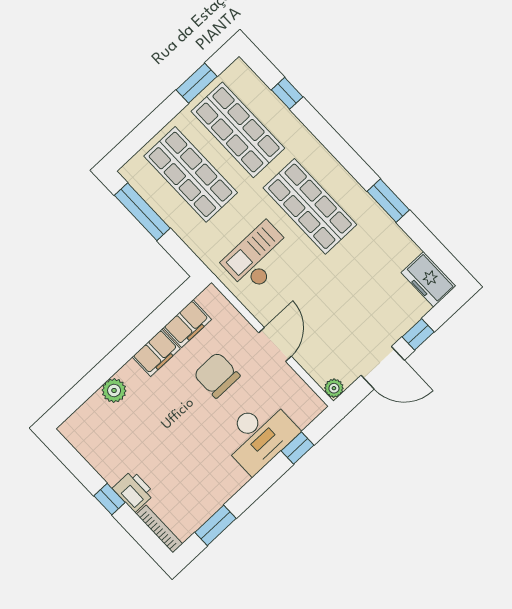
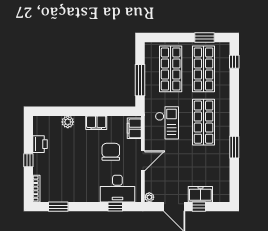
window: (287, 93) -> (234, 62), moved
window: (142, 212) -> (140, 80), moved
checkout: (258, 257) -> (167, 123), turned 90
freezer: (429, 279) -> (200, 194), moved, turned 90
filing cabinet: (187, 324) -> (134, 128), moved, turned 90
desk: (259, 435) -> (117, 189), moved
printer: (133, 491) -> (40, 144), moved

